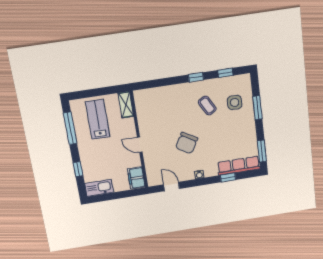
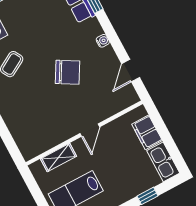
shelving: (126, 105) -> (59, 158), moved
filing cabinet: (136, 178) -> (147, 132), moved, turned 90

